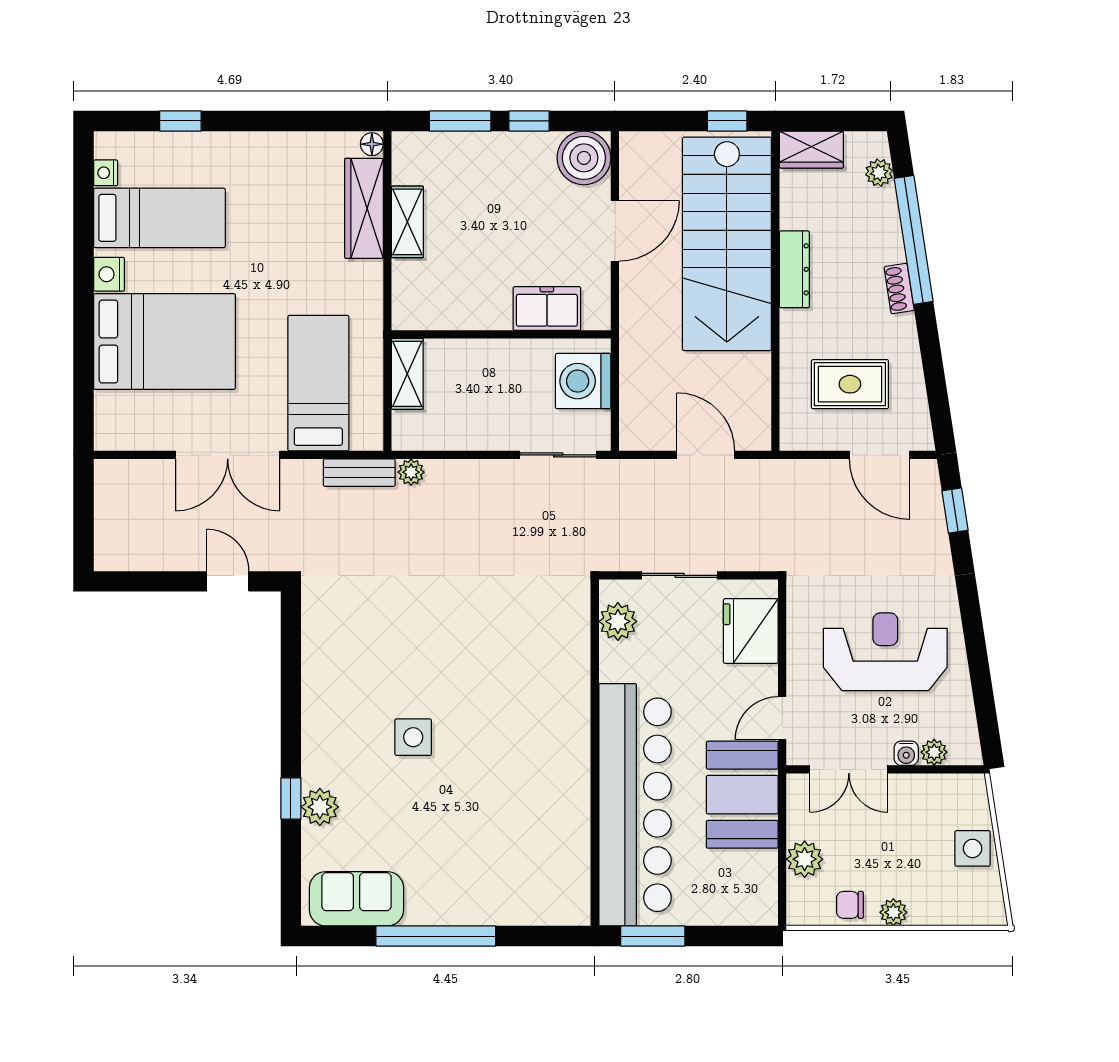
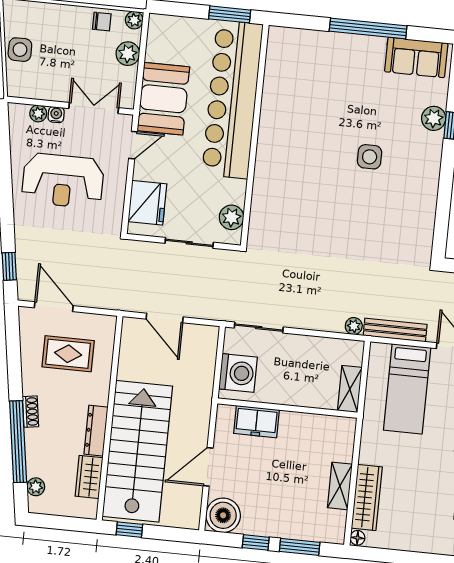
wardrobe: (811, 150) -> (89, 477), moved, turned -90
bench: (359, 473) -> (395, 330), width x1.36
plant: (893, 912) -> (134, 20), moved

